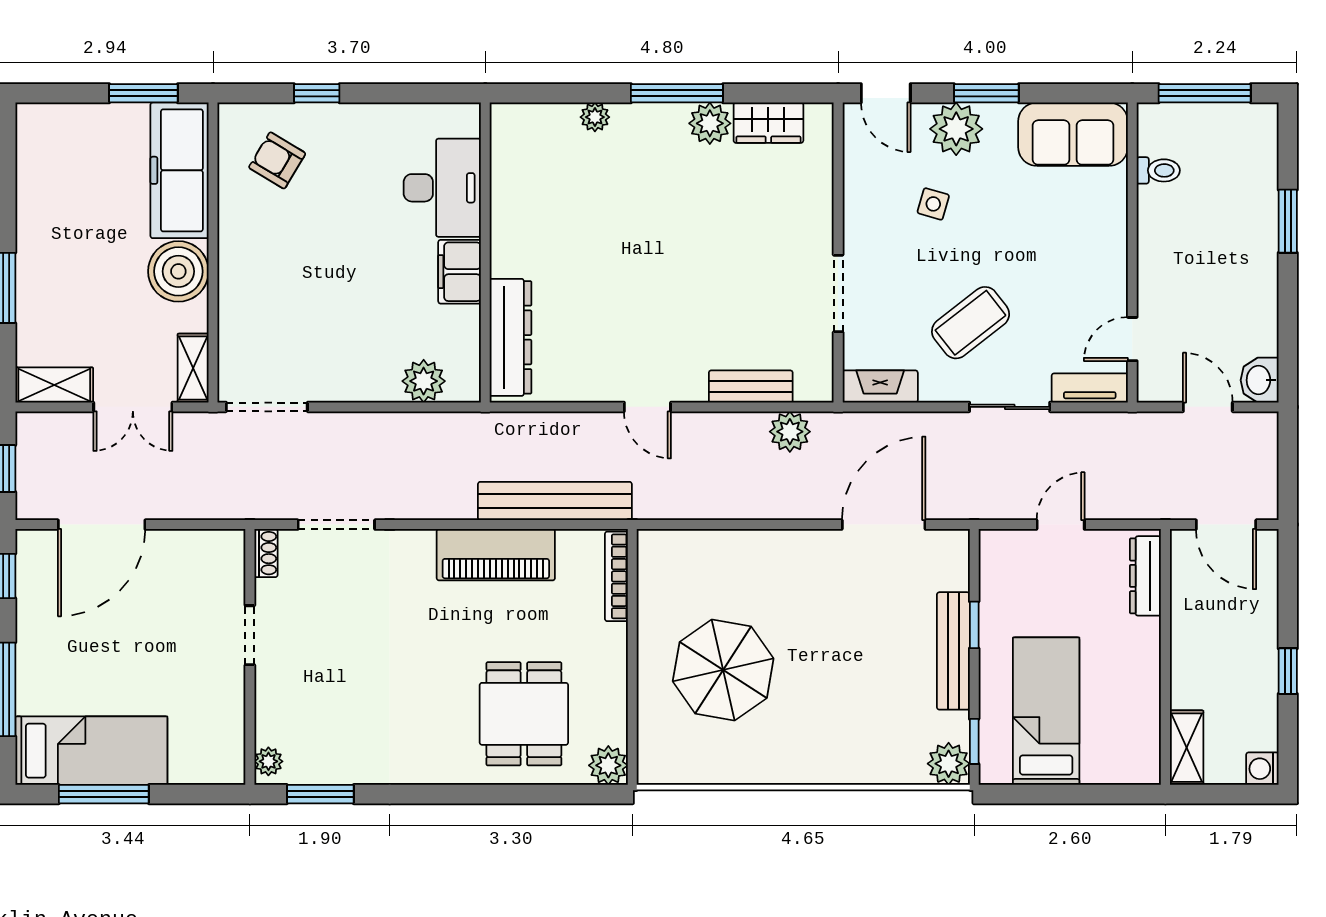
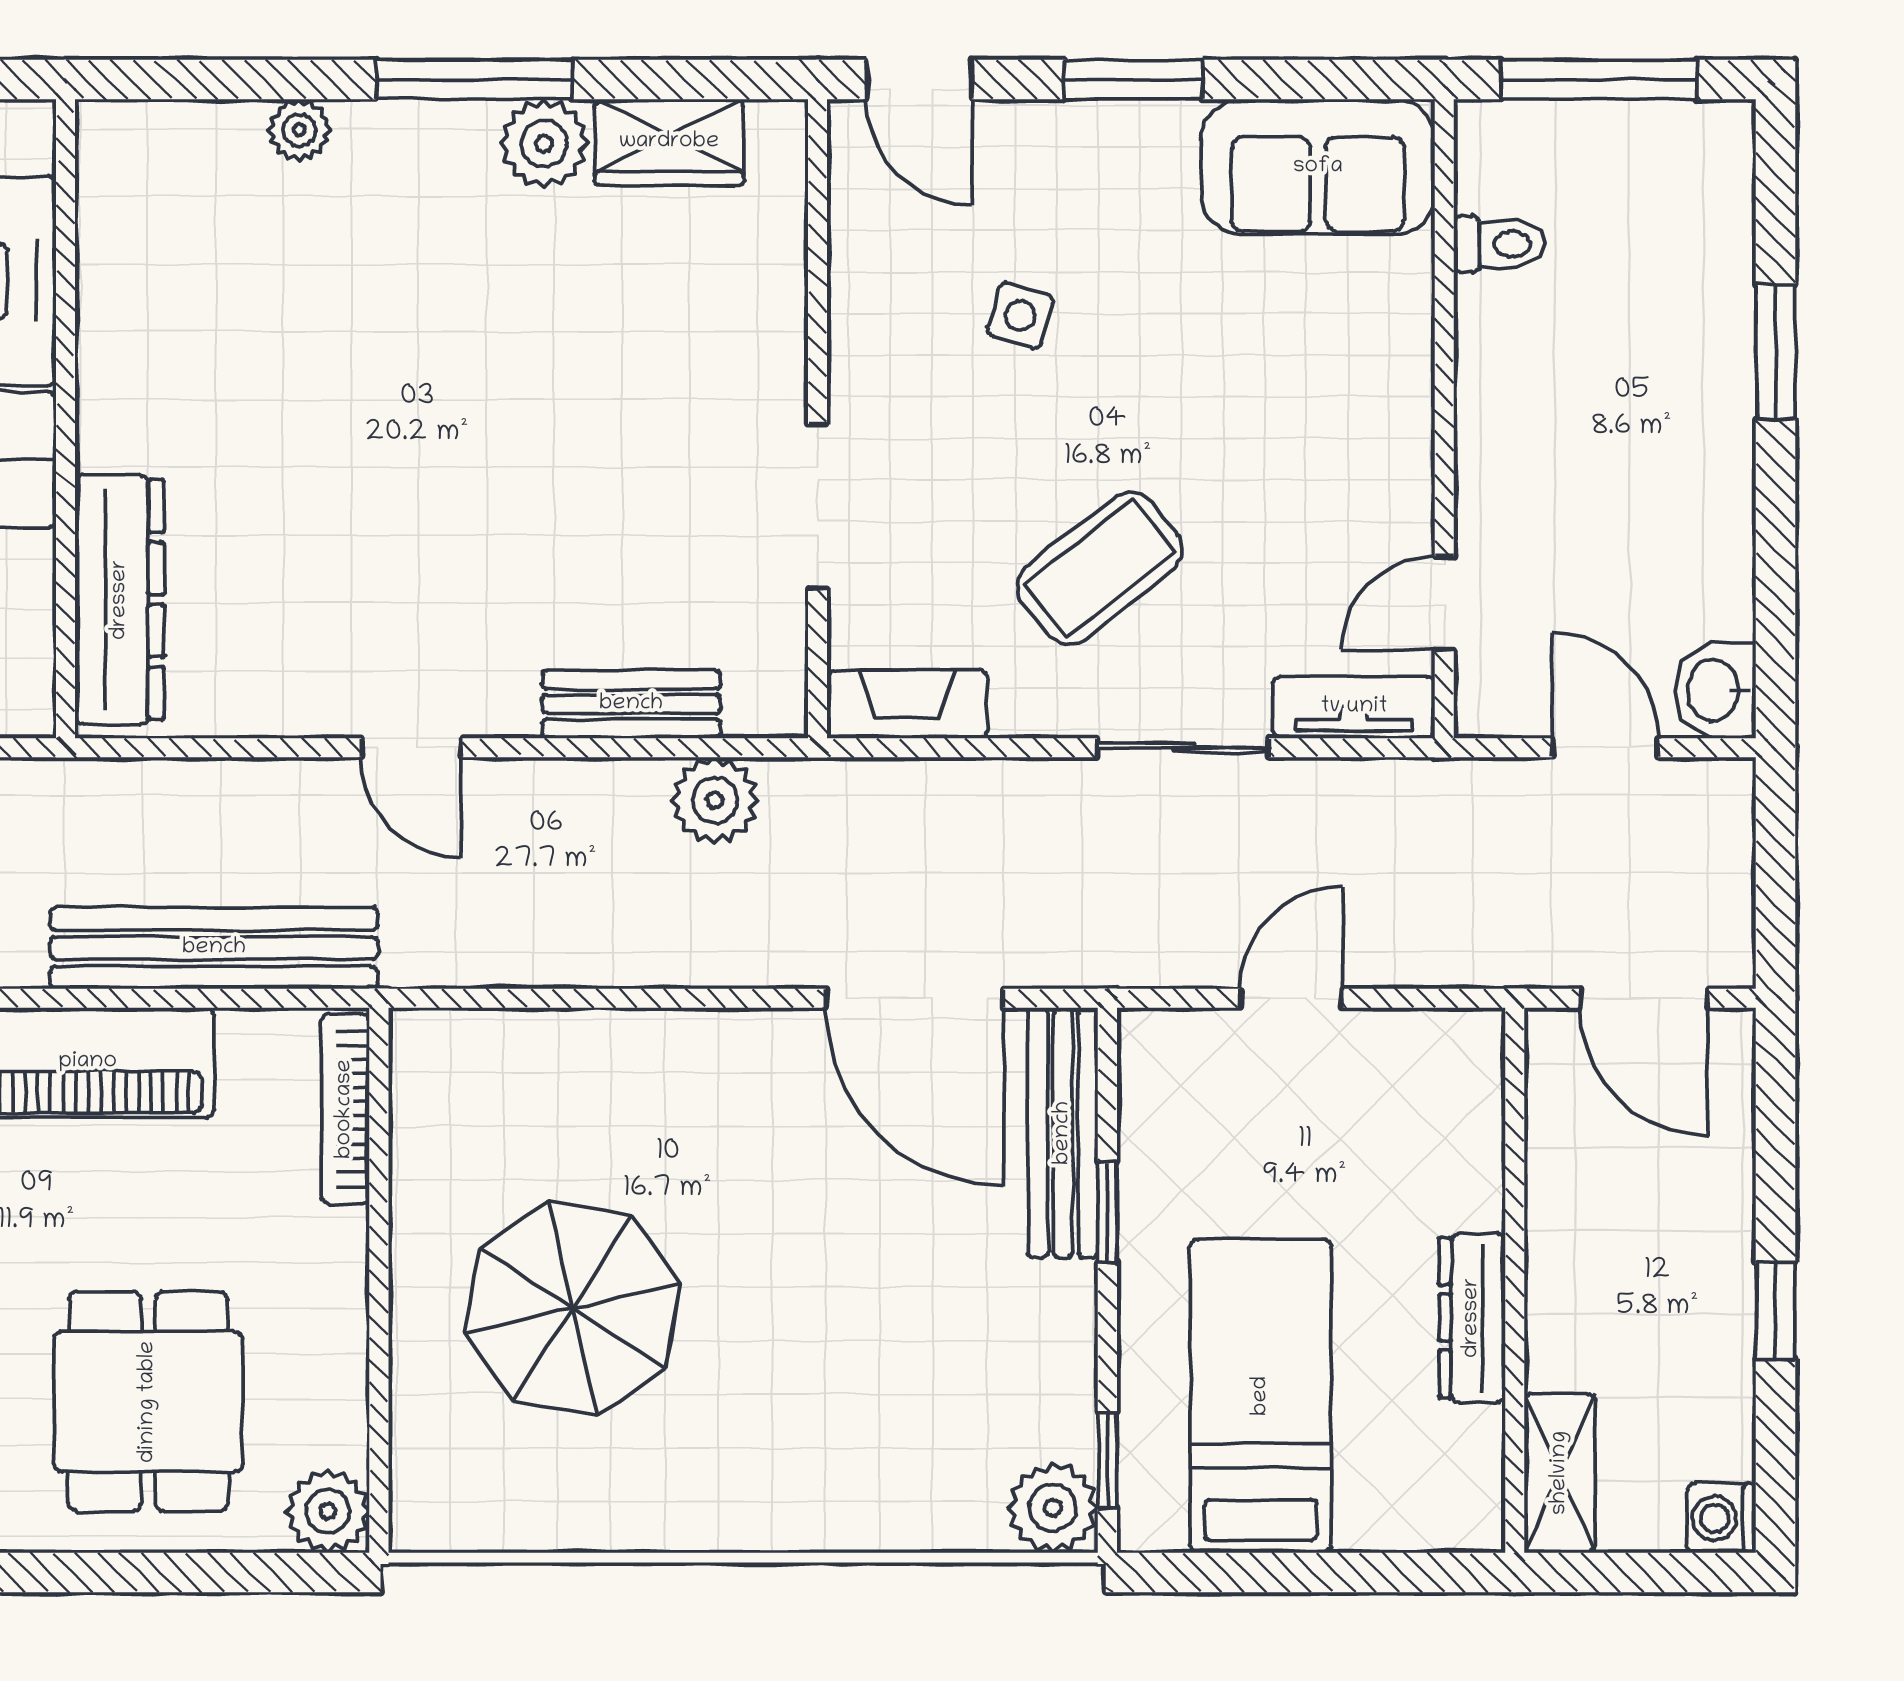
plant: (956, 129) -> (1069, 155), removed
door: (884, 525) -> (915, 998), swing flipped
dresser: (1145, 576) -> (1472, 1318), moved
bench: (953, 651) -> (1063, 1133), moved

